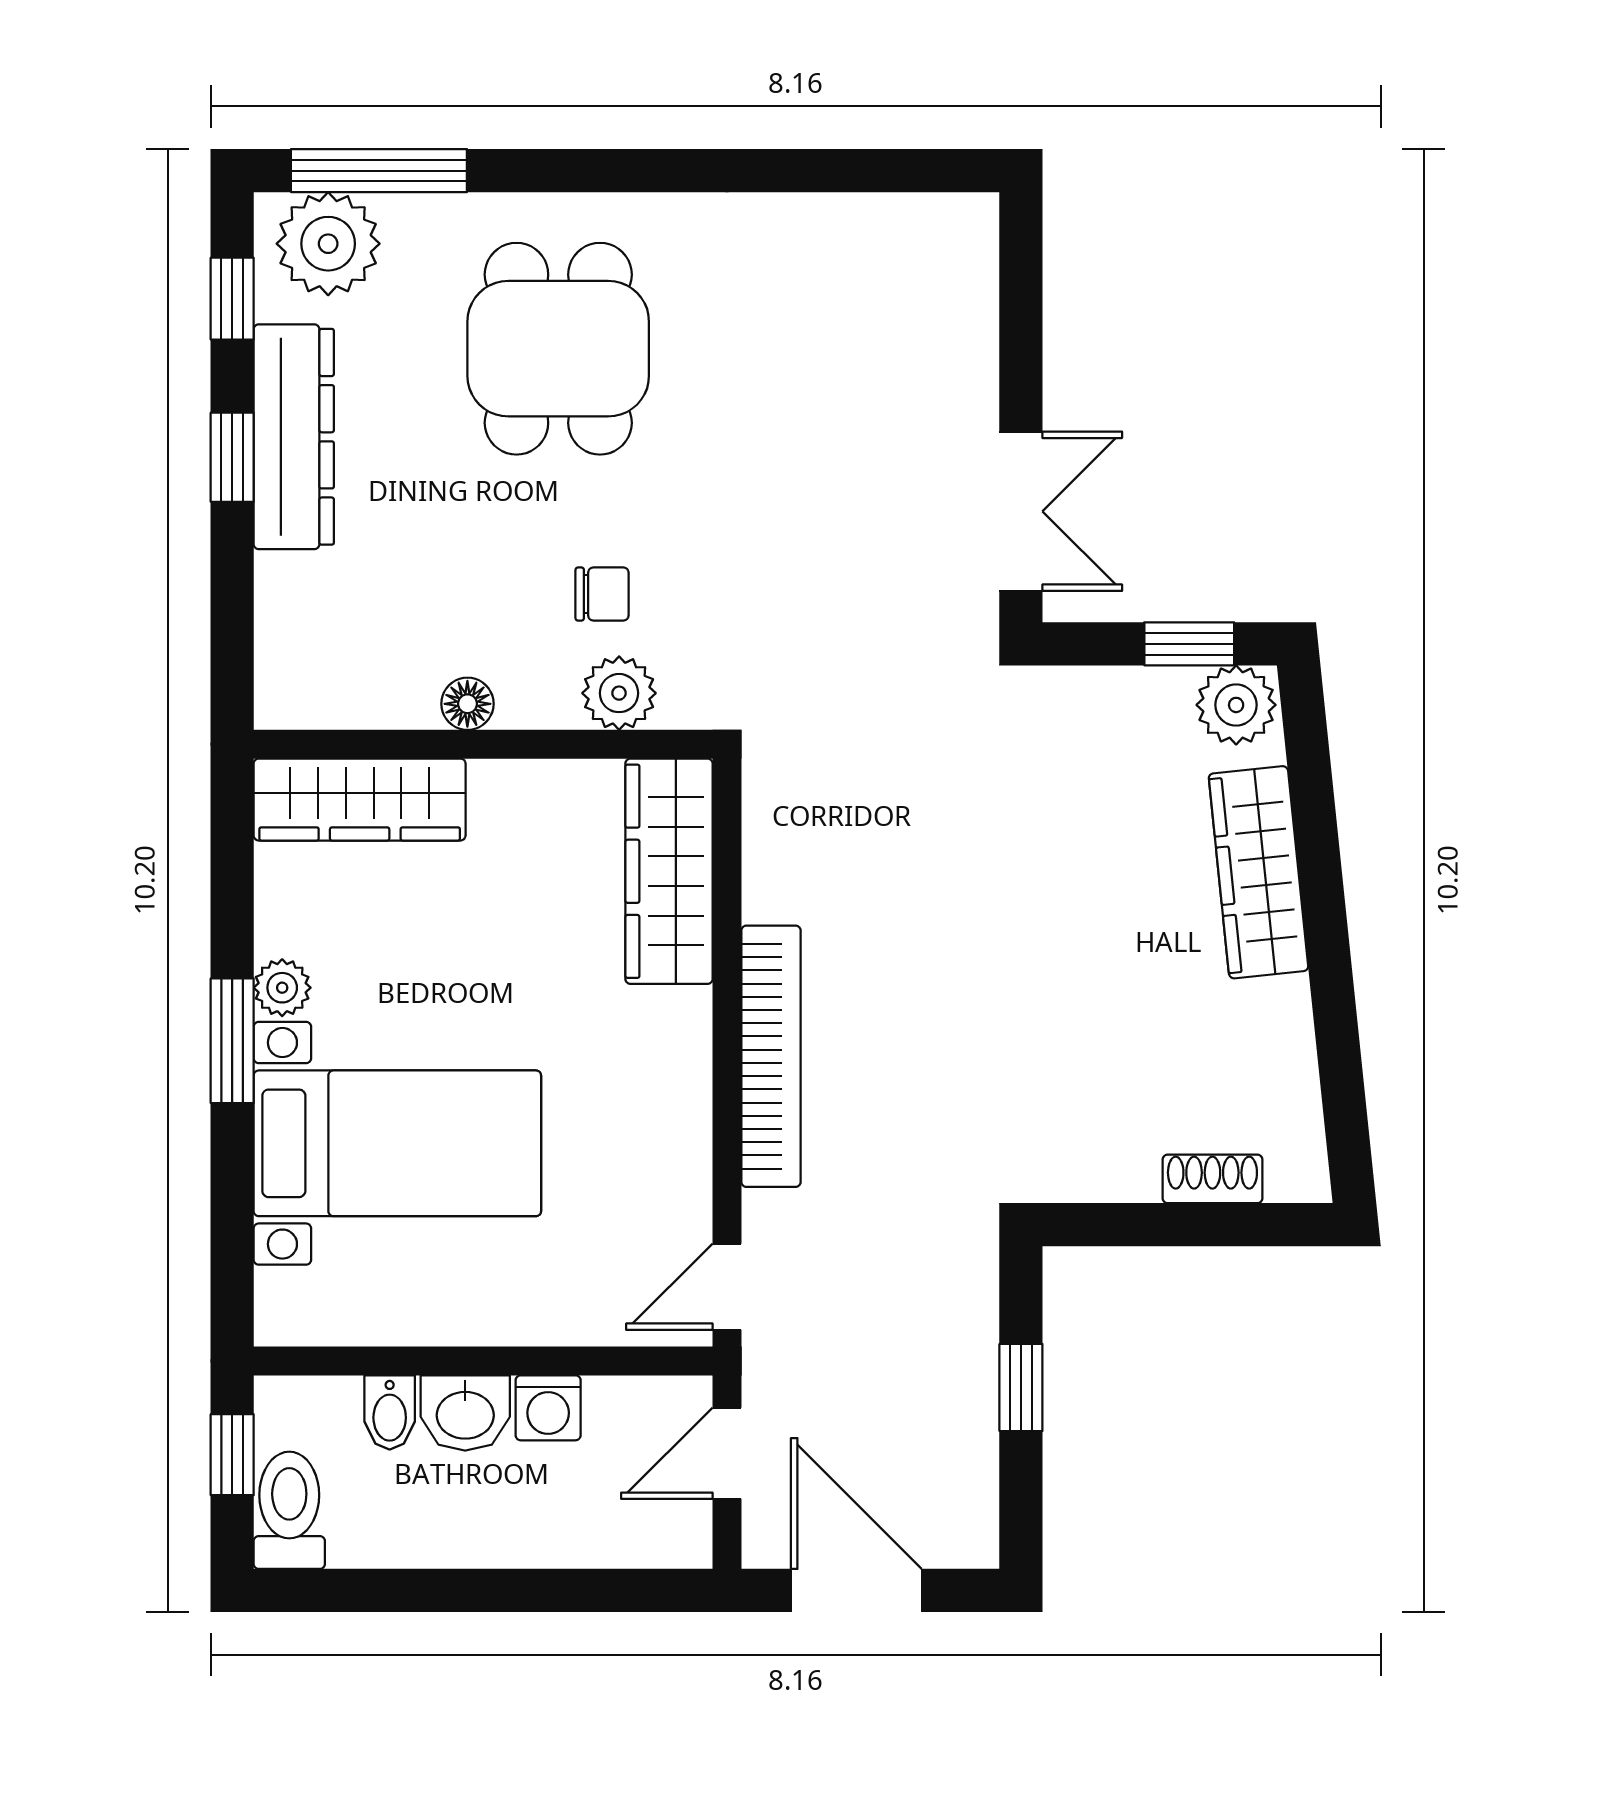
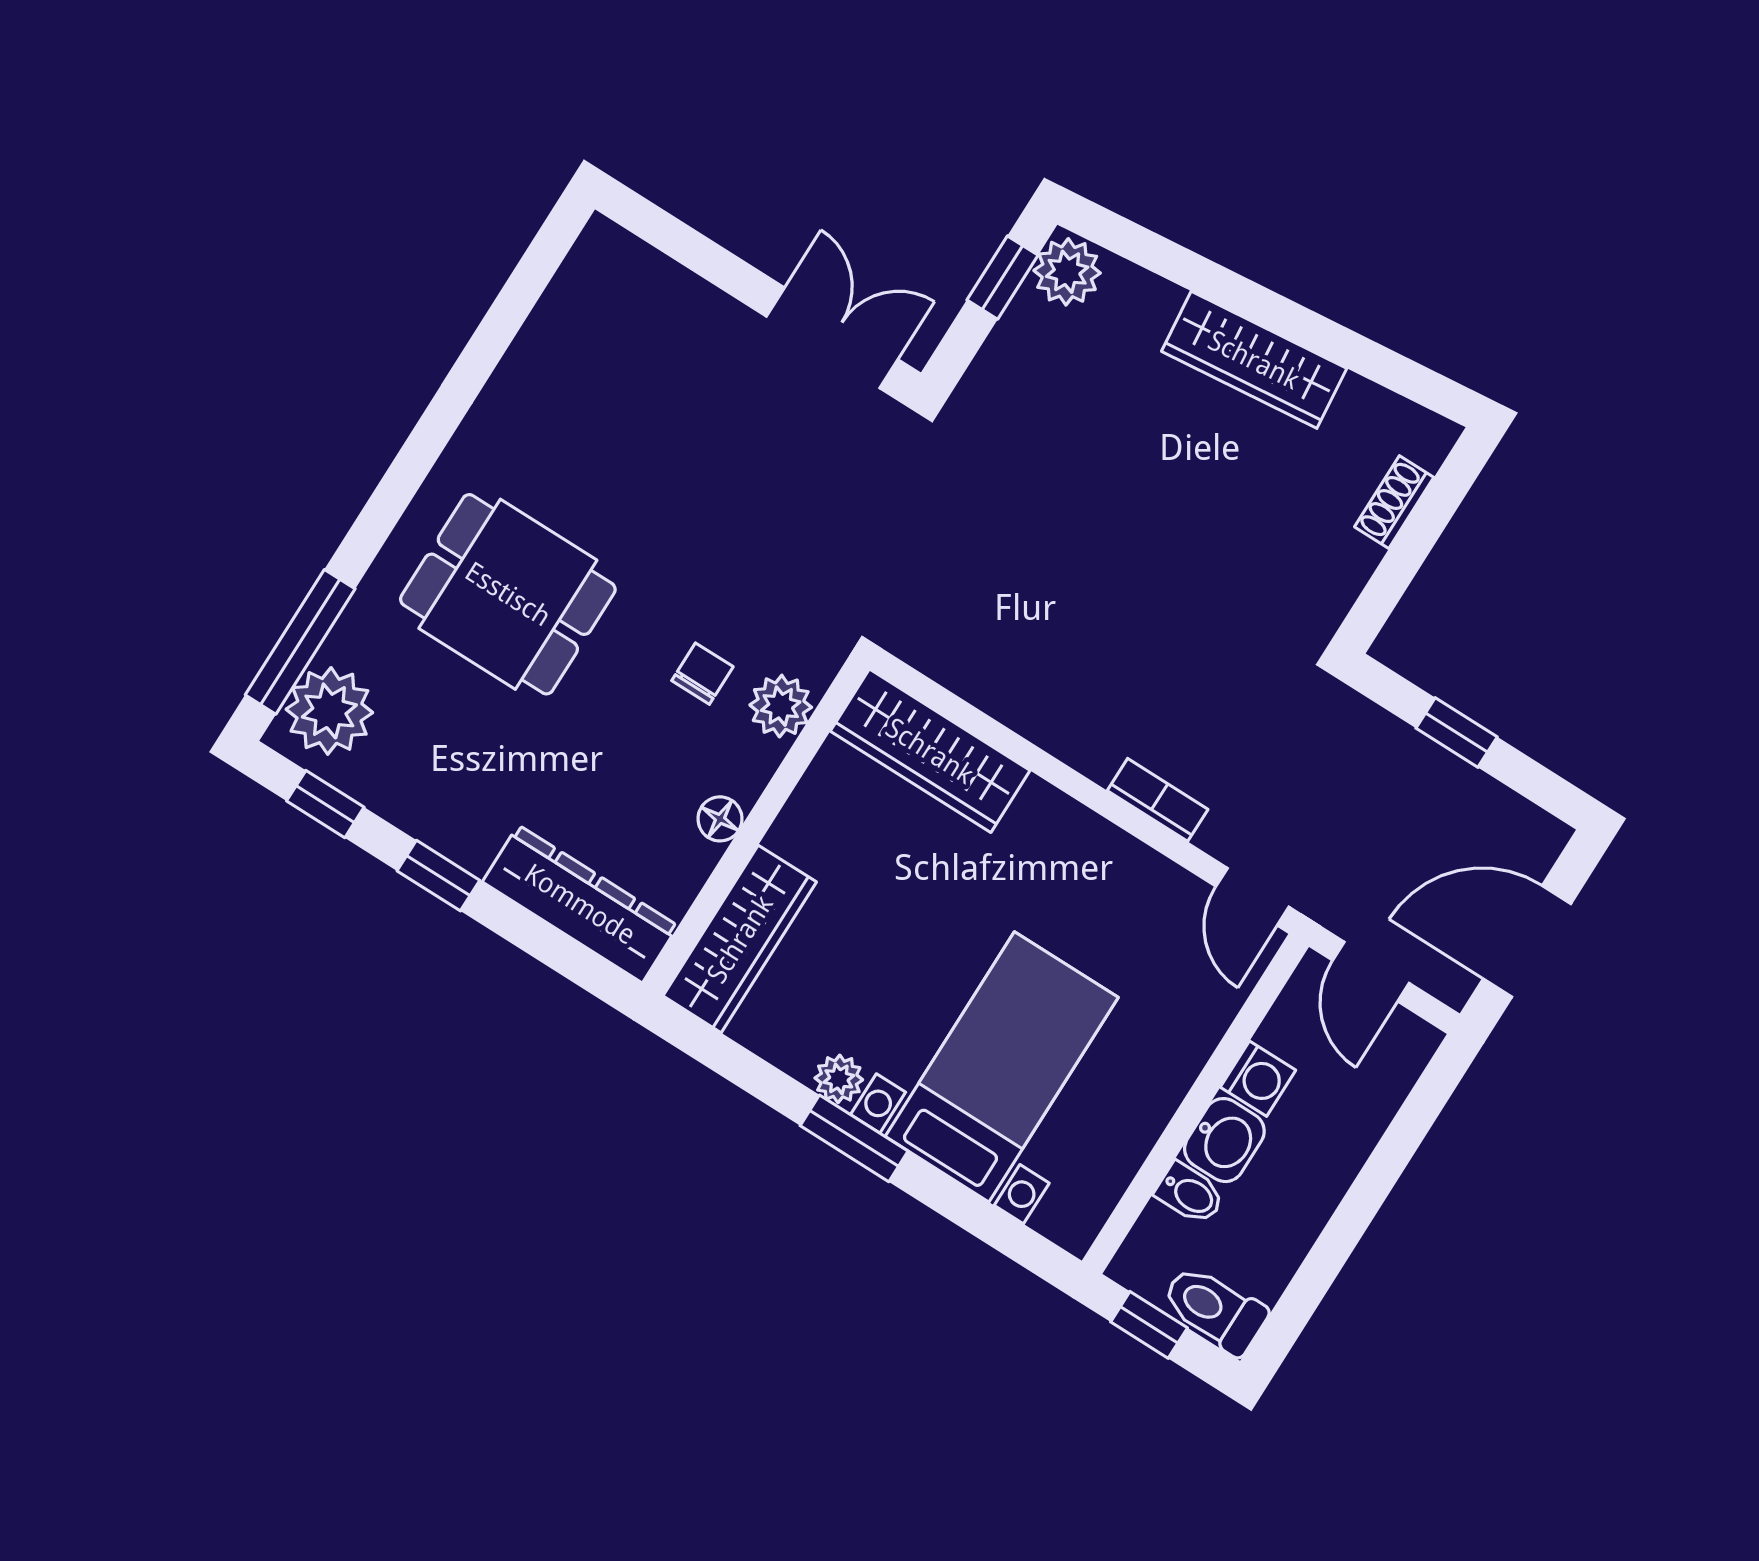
dresser: (294, 437) -> (580, 904), moved
wardrobe: (1258, 872) -> (1254, 360), moved
bookcase: (771, 1056) -> (1158, 800), width x0.43, depth x0.76

